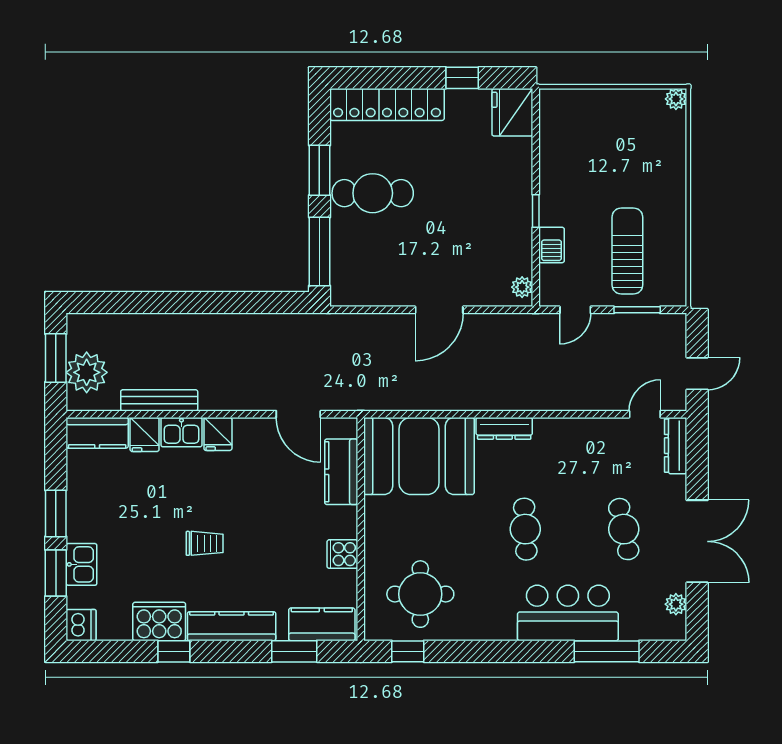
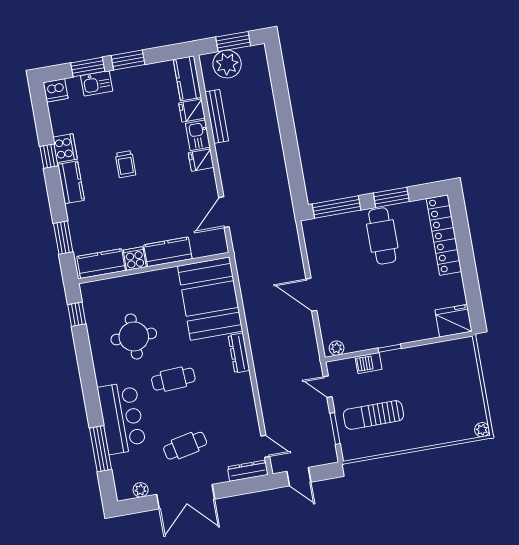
window: (462, 78) -> (471, 283), removed
sun lounger: (627, 251) -> (373, 415), turned 180
kitchen counter: (341, 472) -> (168, 252), moved
round table: (420, 594) -> (134, 336), moved
cooker: (159, 622) -> (65, 148), width x0.73, depth x0.76
kitchen counter: (322, 624) -> (101, 264), moved, turned -90
kitchen counter: (232, 626) -> (71, 182), width x0.67

